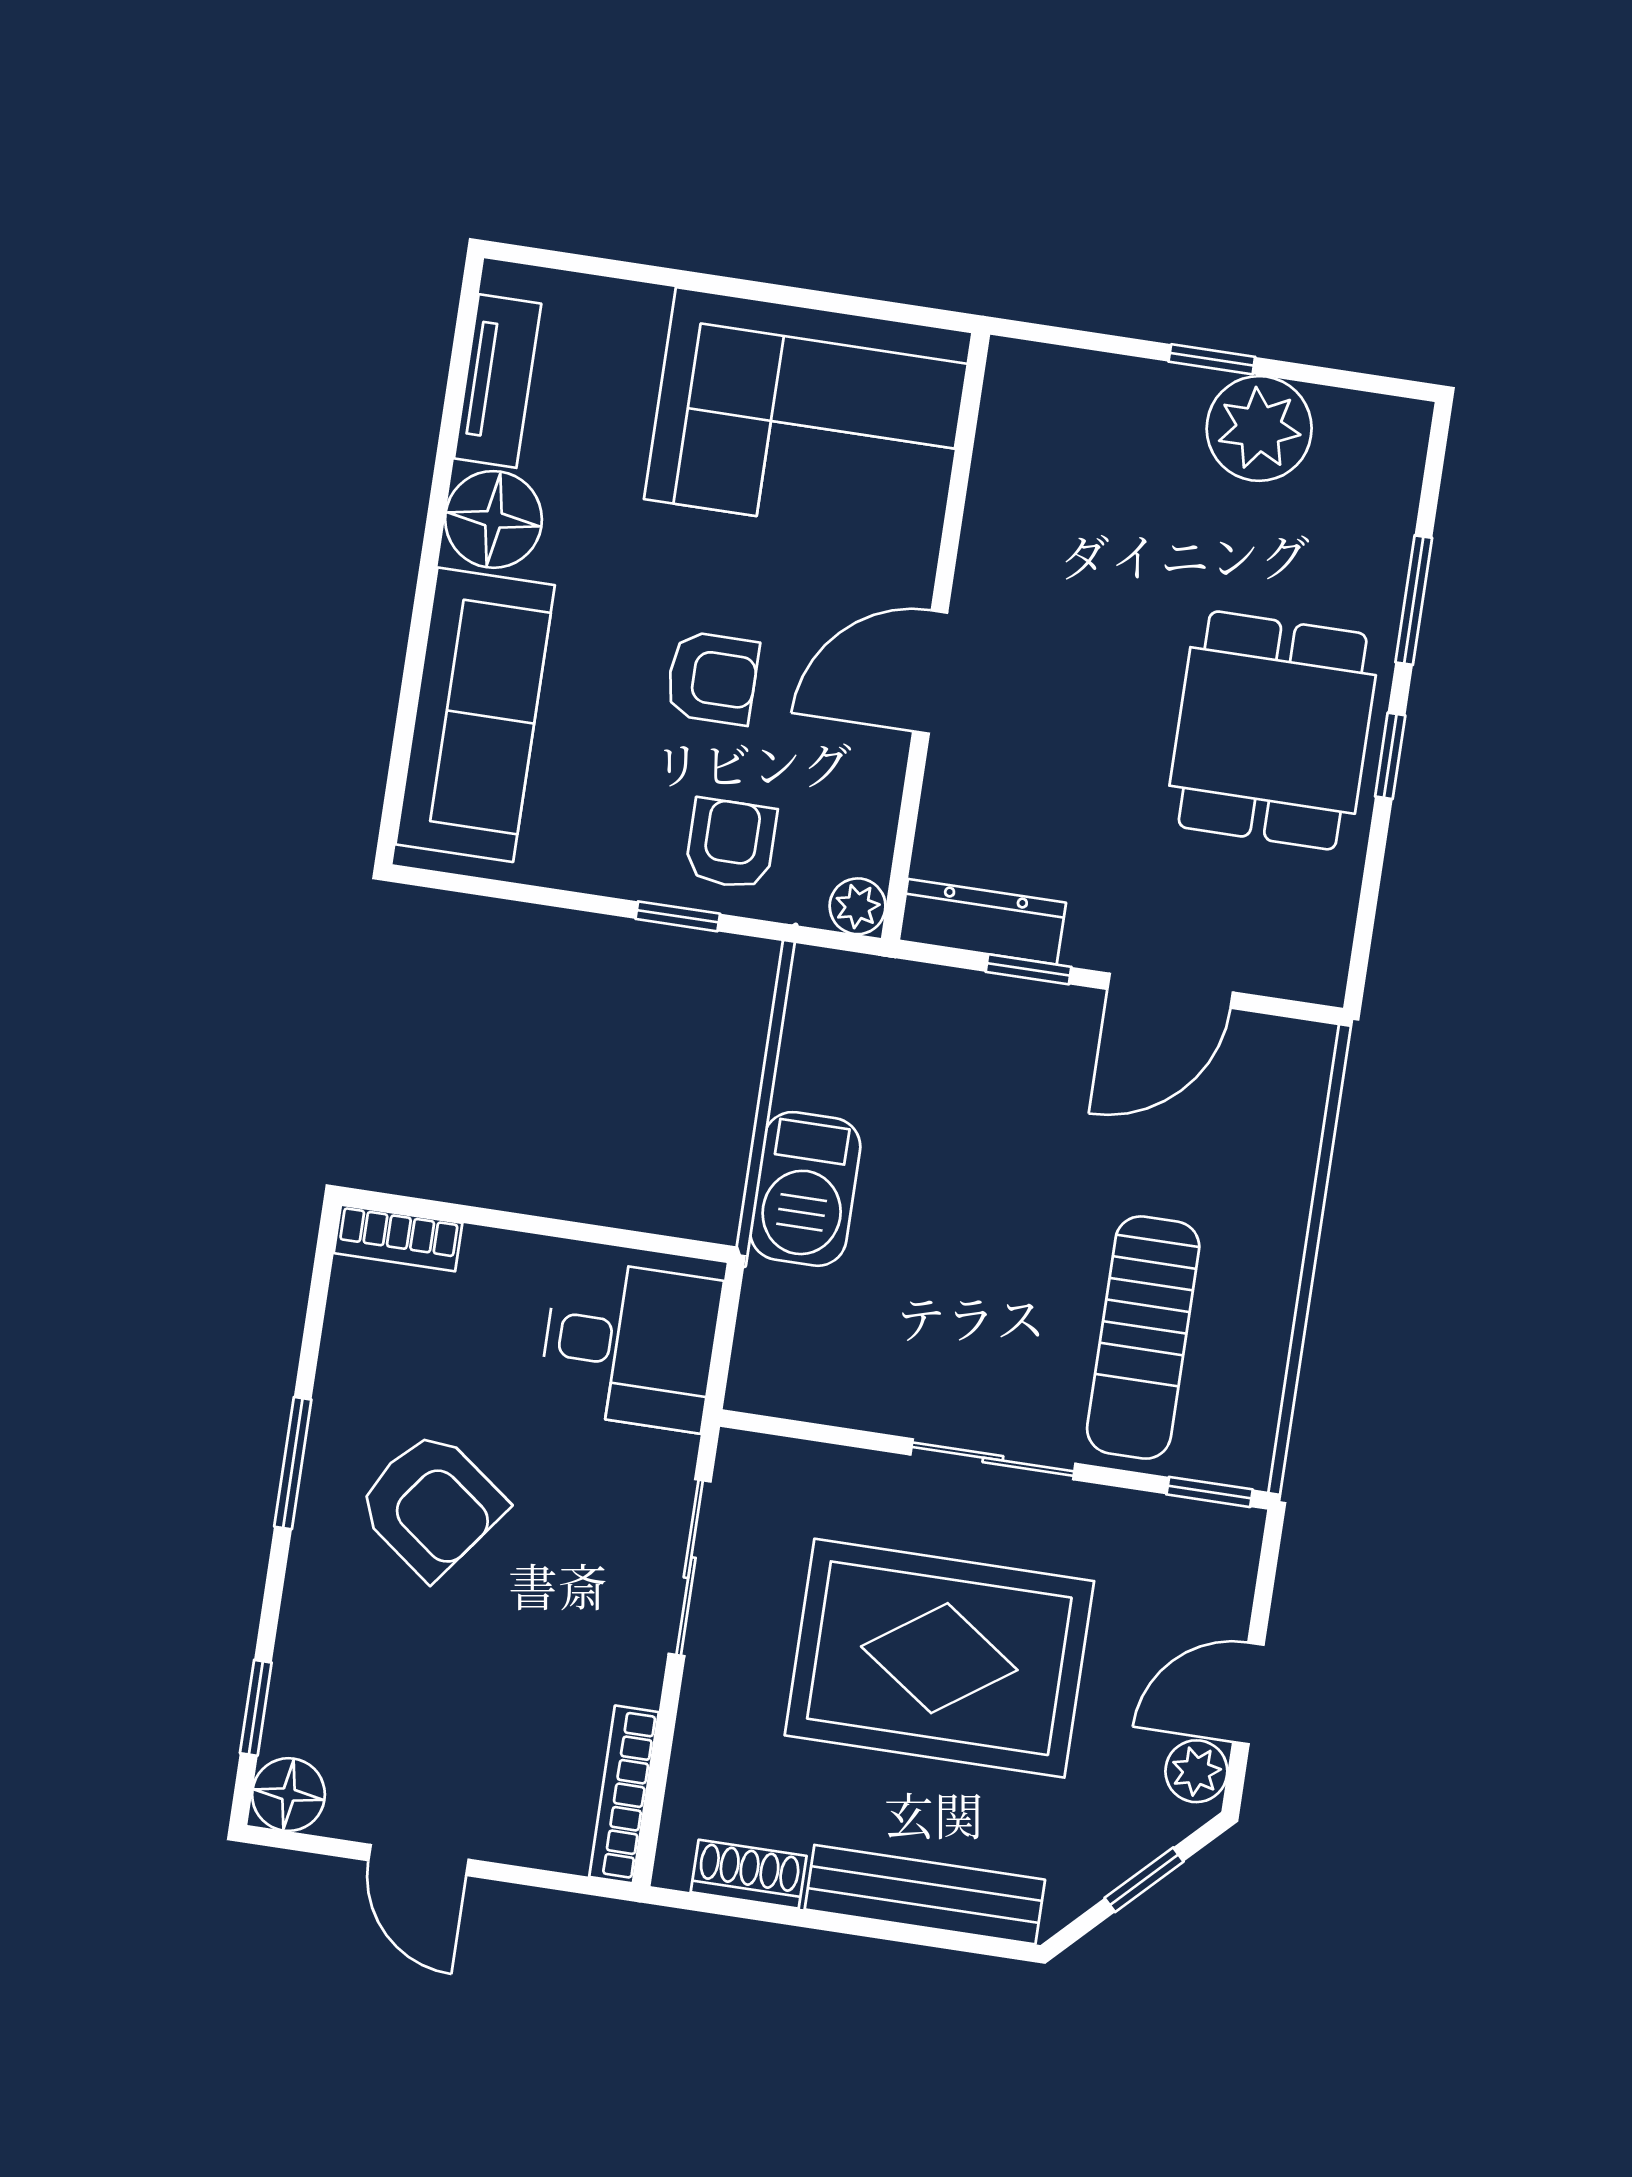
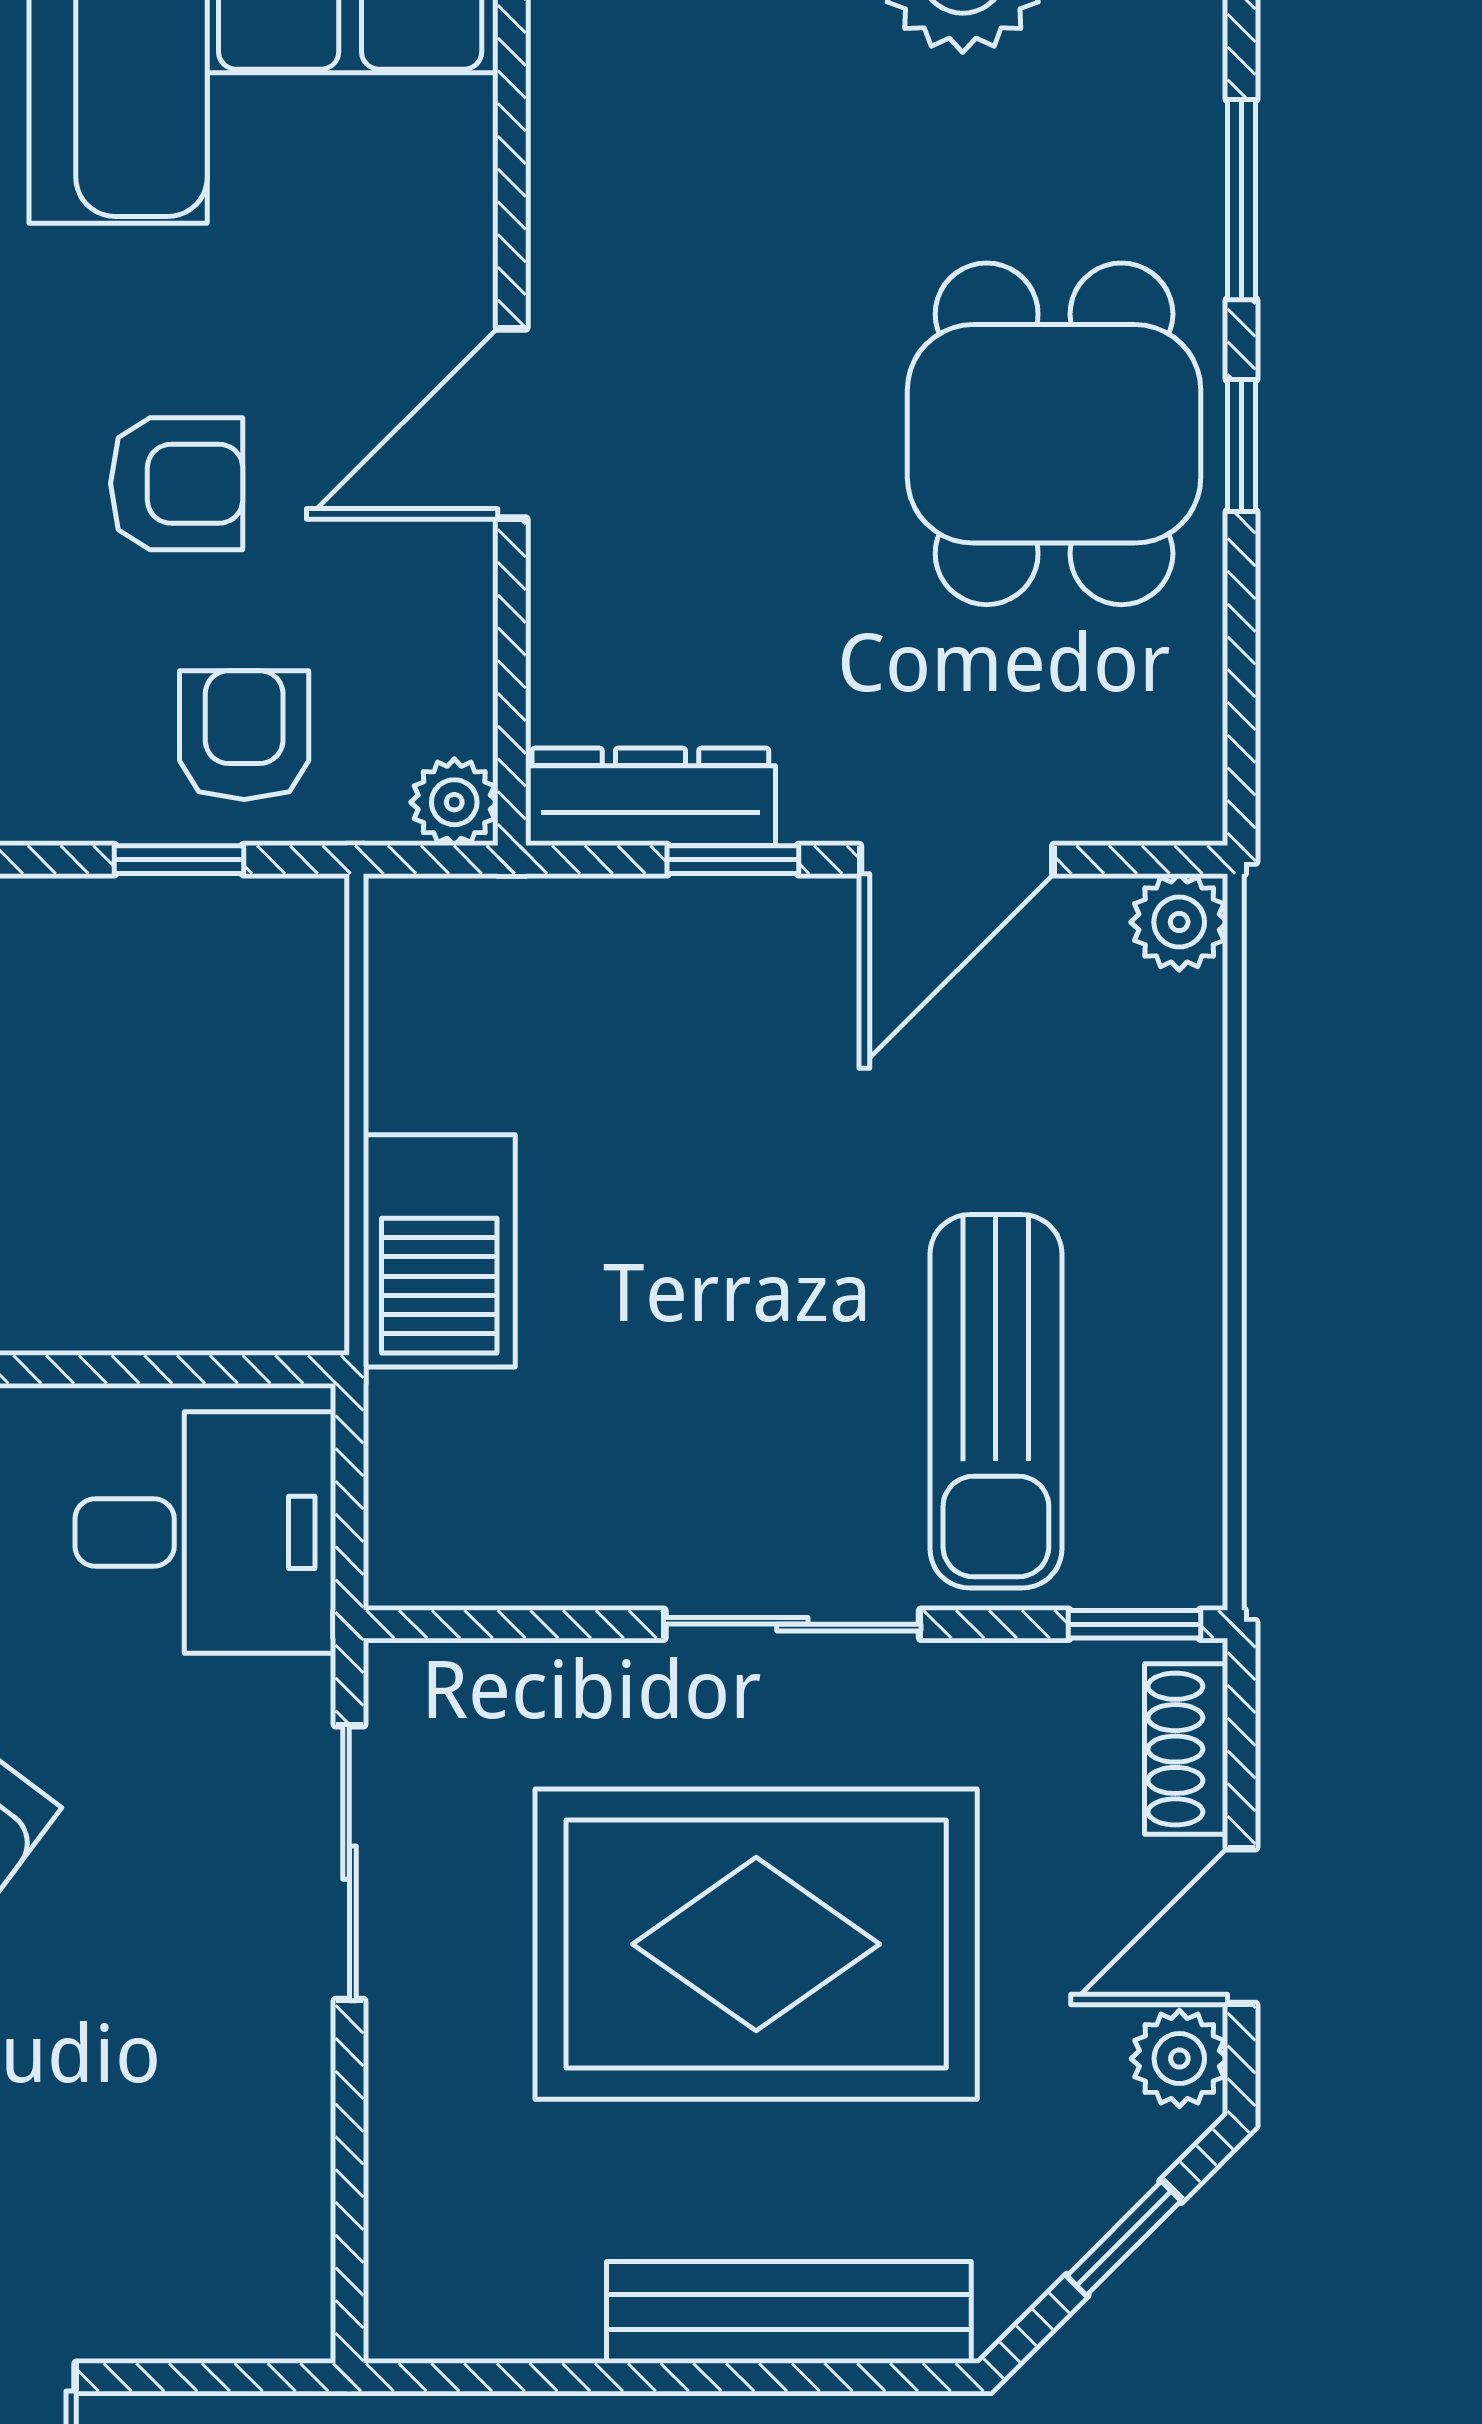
plant: (1305, 1052) -> (1179, 922), added
bookcase: (624, 1794) -> (301, 2228), removed
shoe rack: (749, 1874) -> (1186, 1749), moved, turned -90

